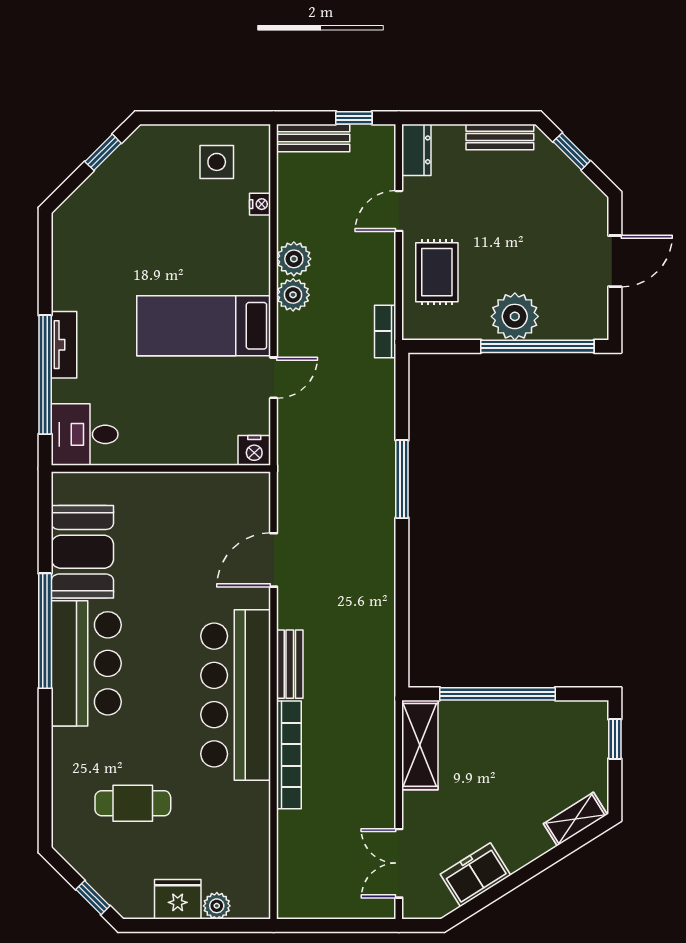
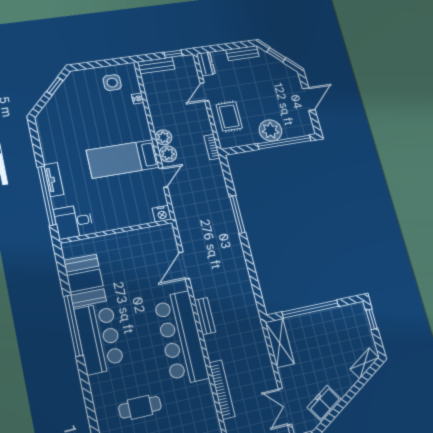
plant: (294, 259) -> (168, 154), moved
bookcase: (289, 755) -> (222, 390), moved

